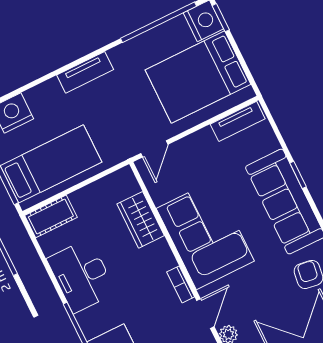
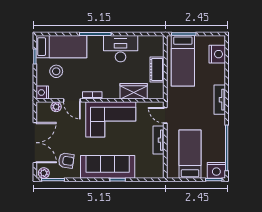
bed: (198, 77) -> (190, 154), width x0.67
tv unit: (238, 121) -> (159, 140), moved
cot: (51, 216) -> (157, 69), moved

